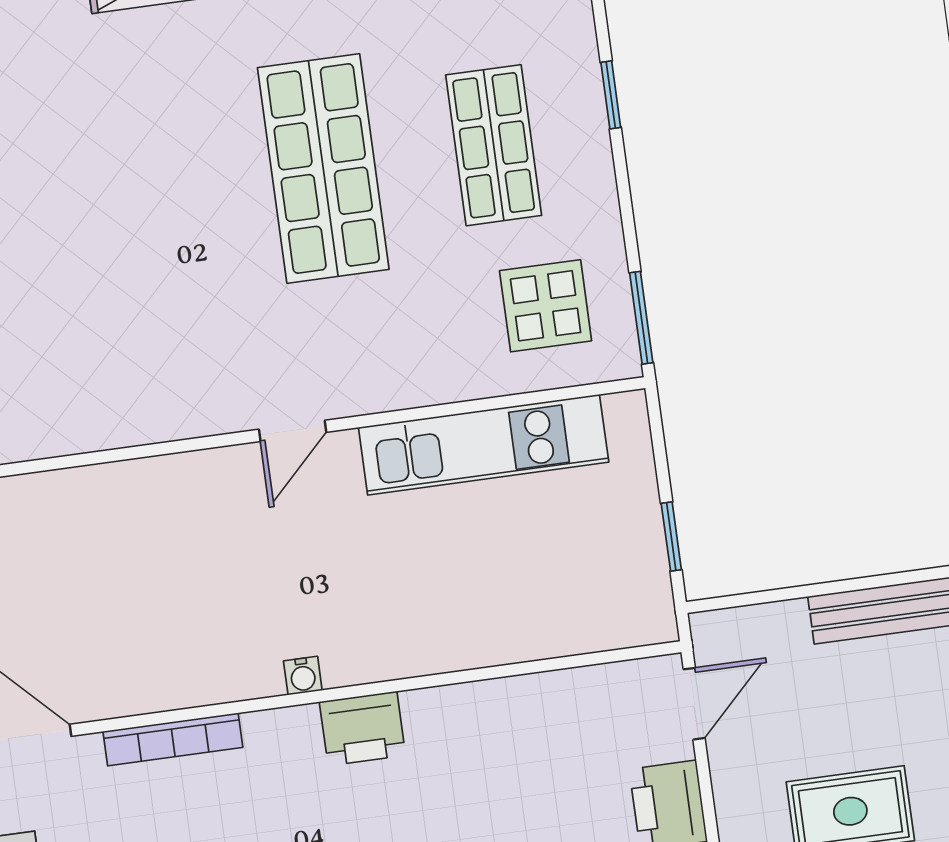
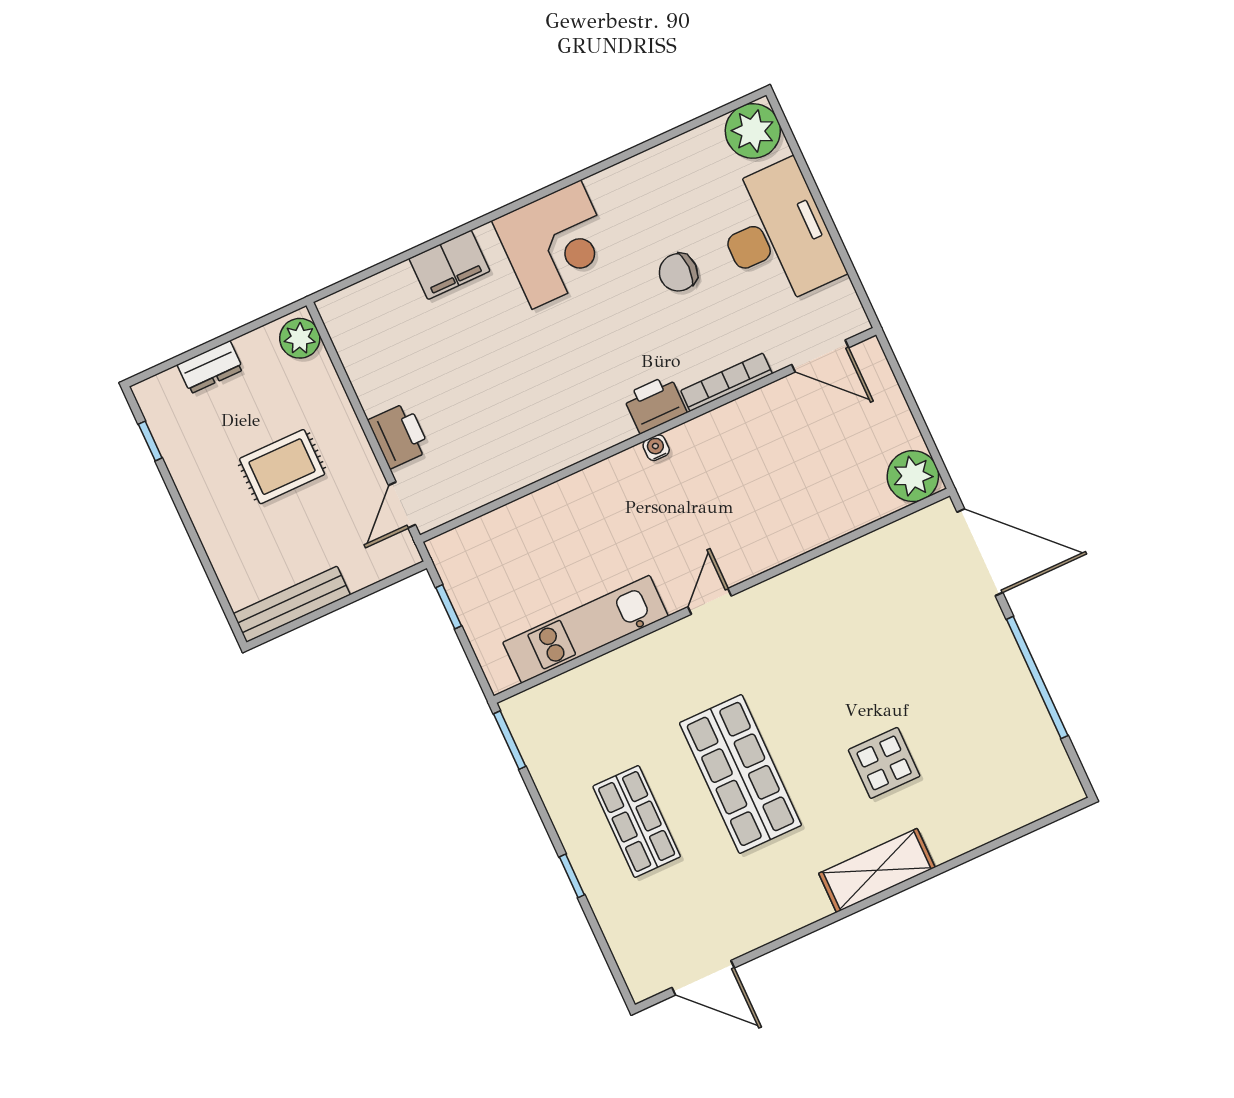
display table: (546, 306) -> (884, 763), moved
printer: (362, 729) -> (655, 404), moved

